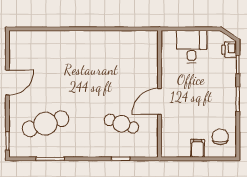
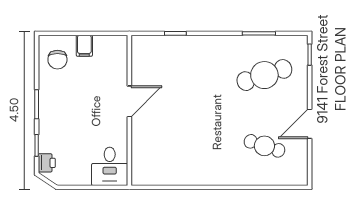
desk: (192, 47) -> (110, 166), moved
cafe table: (121, 124) -> (264, 146), moved

